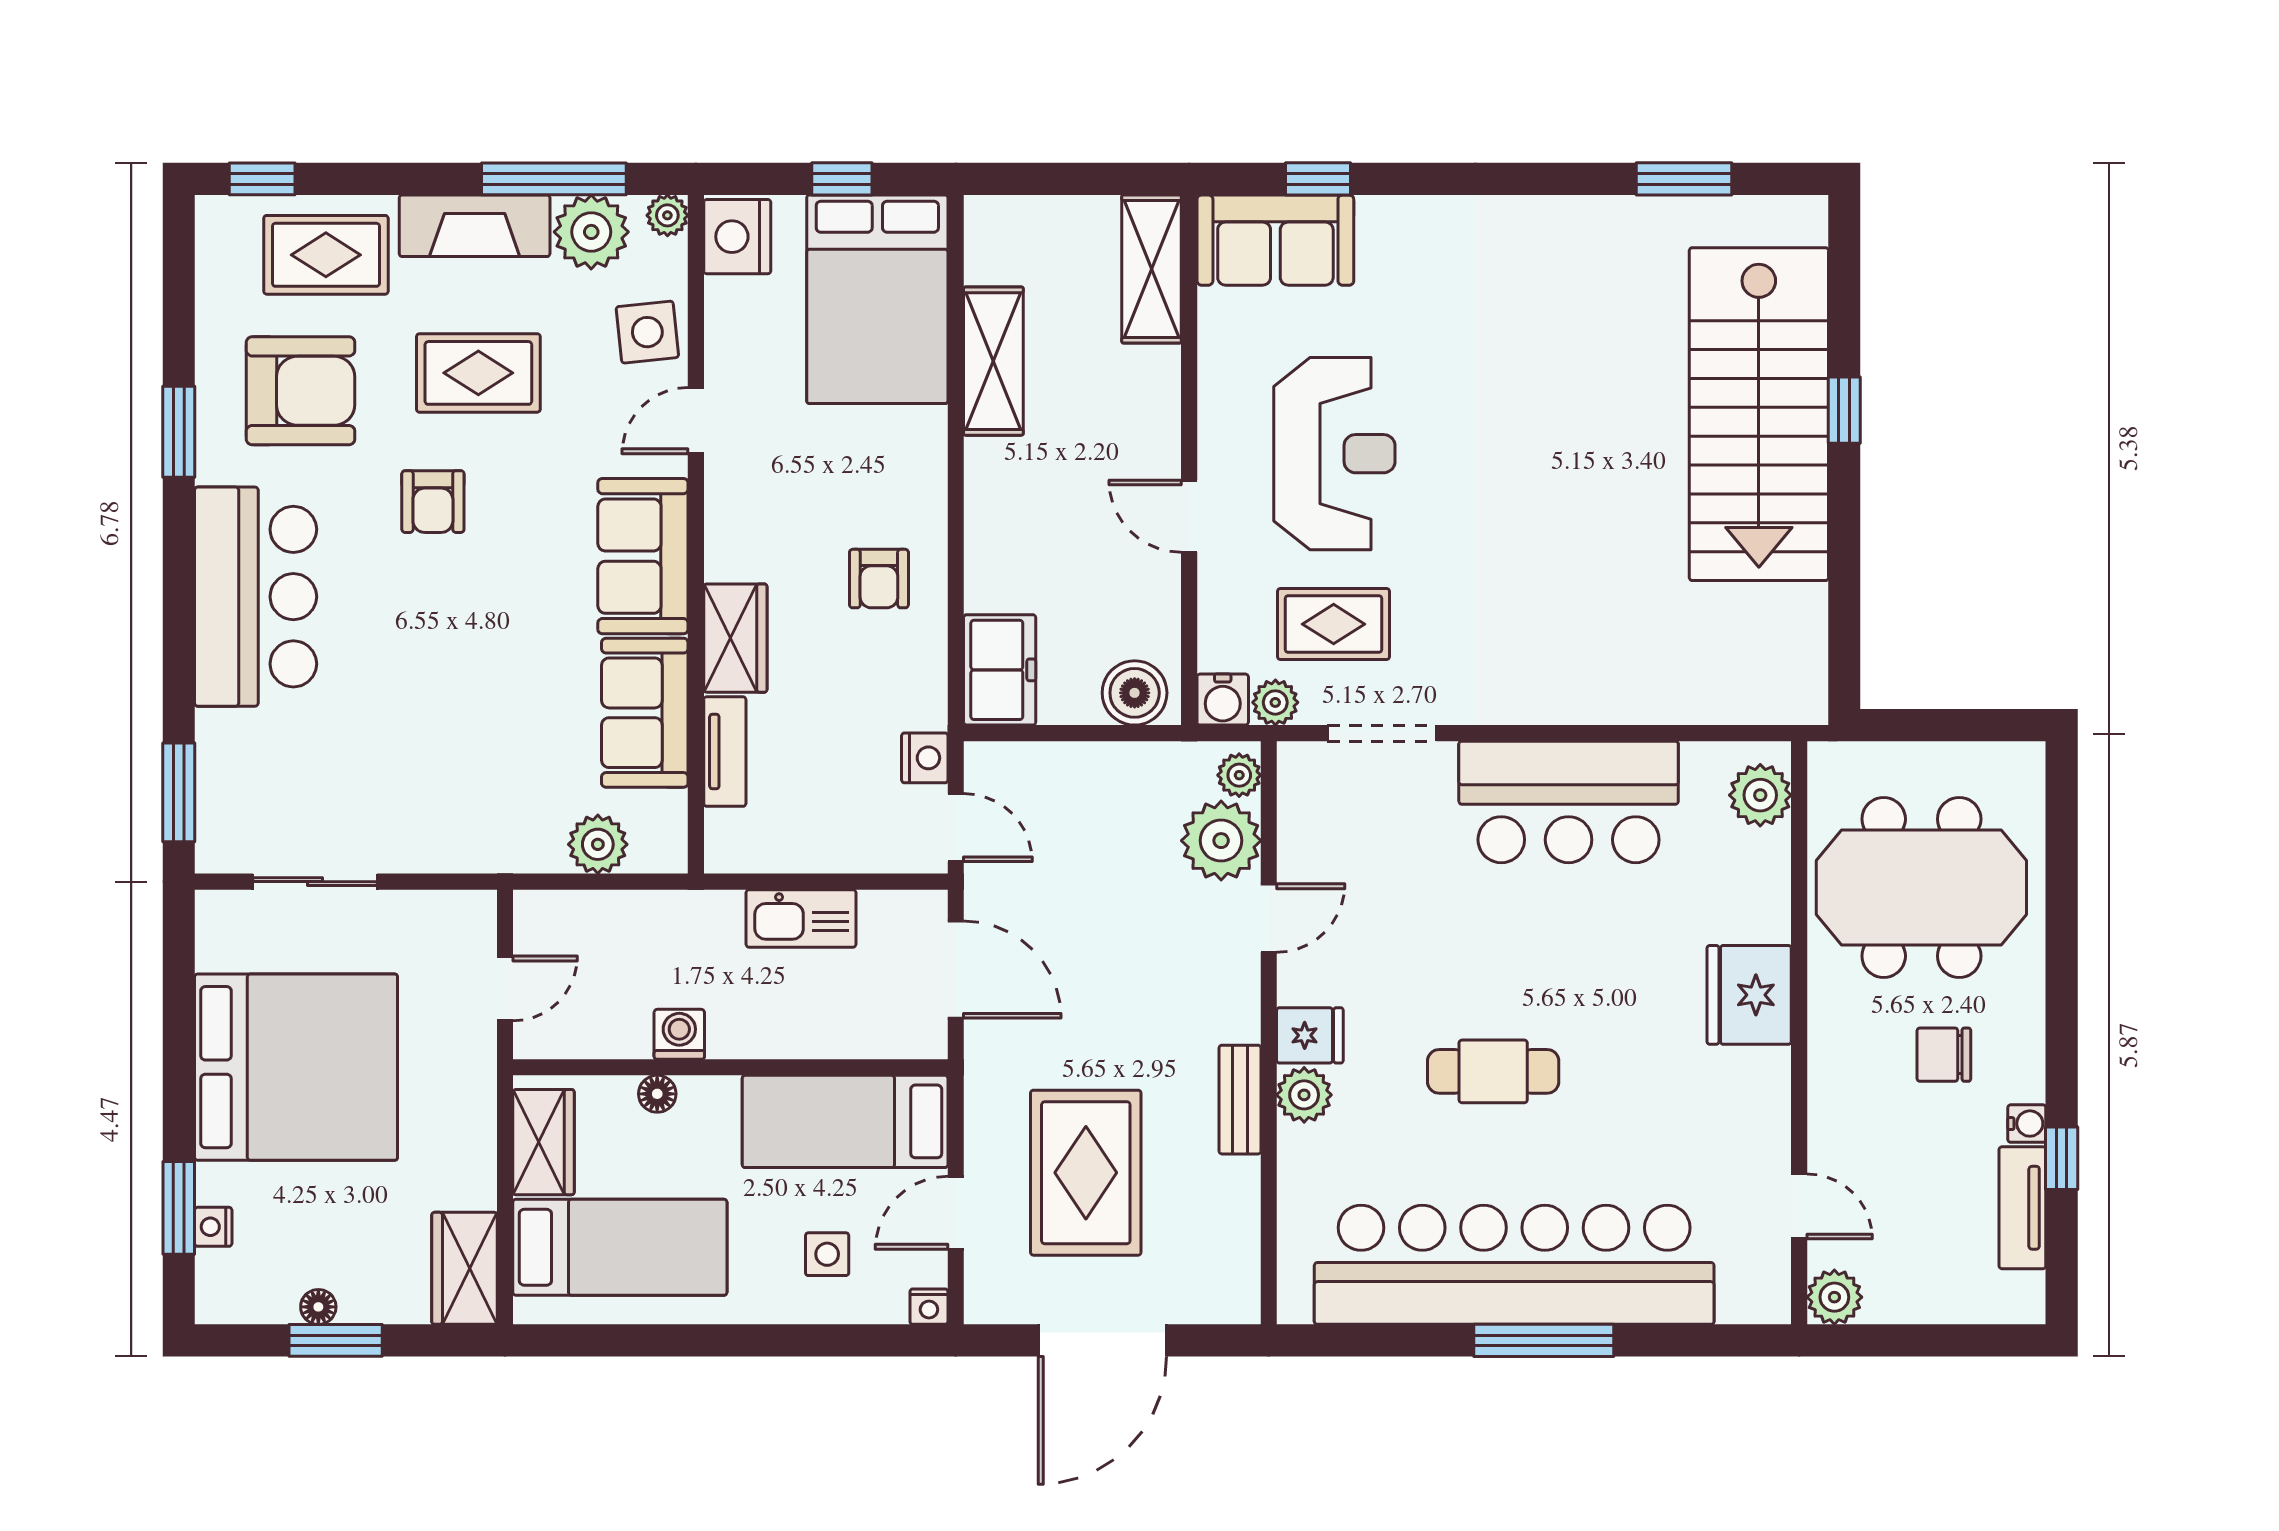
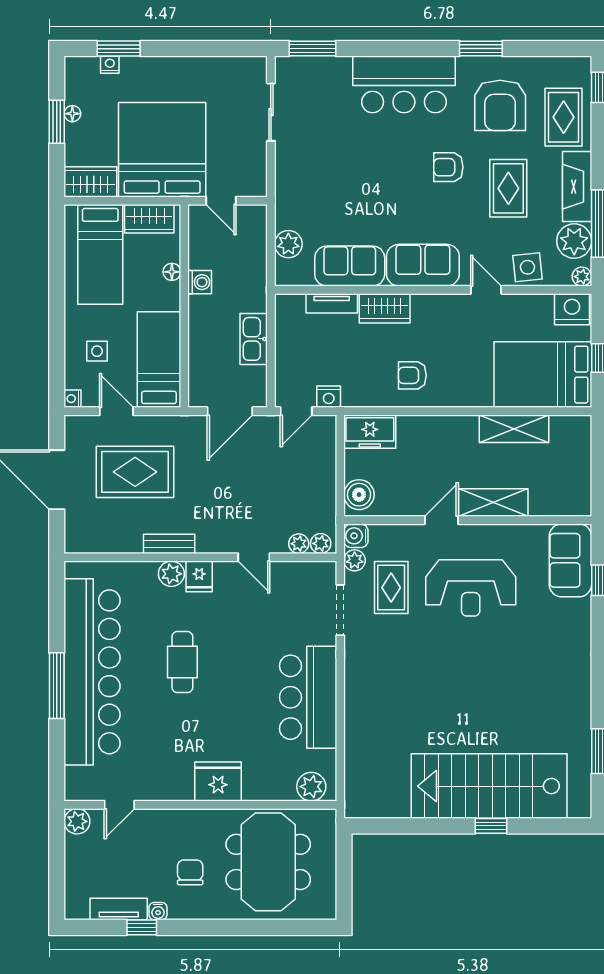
shelving: (1152, 269) -> (493, 503), moved
plant: (1221, 841) -> (299, 544), width x0.53, depth x0.53
bed: (296, 1067) -> (162, 150), moved, turned 180

